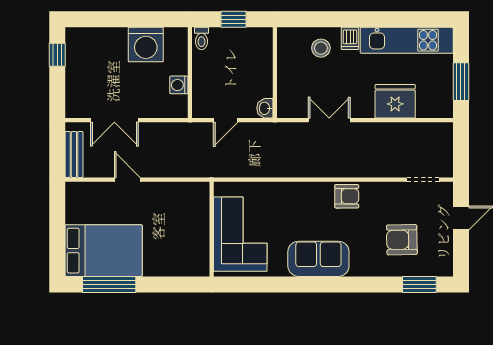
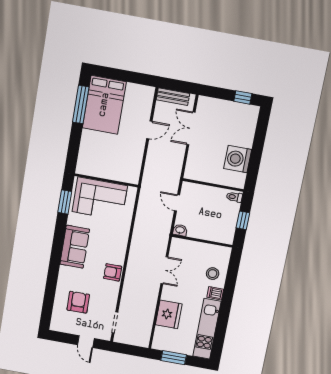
washing machine: (179, 85) -> (206, 176), removed
armchair: (347, 196) -> (113, 272), turned 90
window: (419, 284) -> (65, 202), moved

